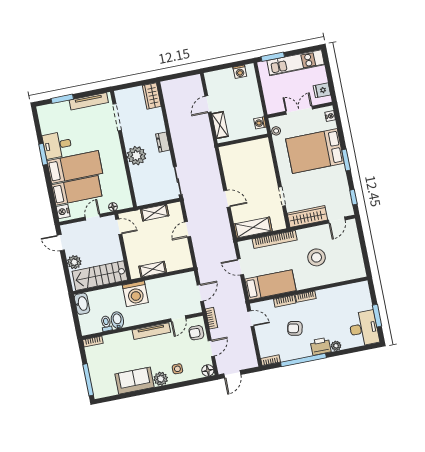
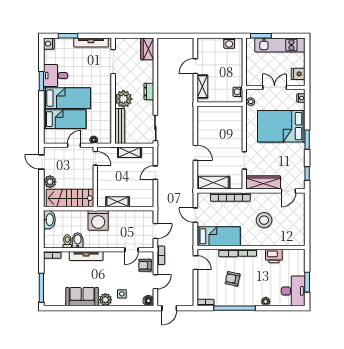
bench: (138, 186) -> (120, 126), added
nightstand: (63, 212) -> (49, 44), moved
tv unit: (151, 331) -> (86, 256), moved
printer: (321, 346) -> (274, 256), moved, turned 180

